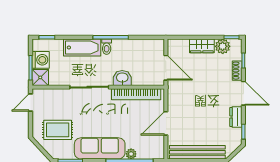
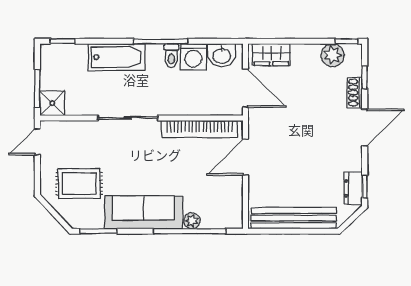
wardrobe: (202, 46) -> (271, 55), moved
toilet: (107, 47) -> (171, 56), moved
washing machine: (41, 60) -> (193, 57), moved, turned 90
washbasin: (122, 78) -> (222, 55), moved, turned 180
door: (243, 93) -> (365, 127), hinge flipped
dresser: (236, 117) -> (353, 188), moved
door: (166, 123) -> (245, 157), moved

